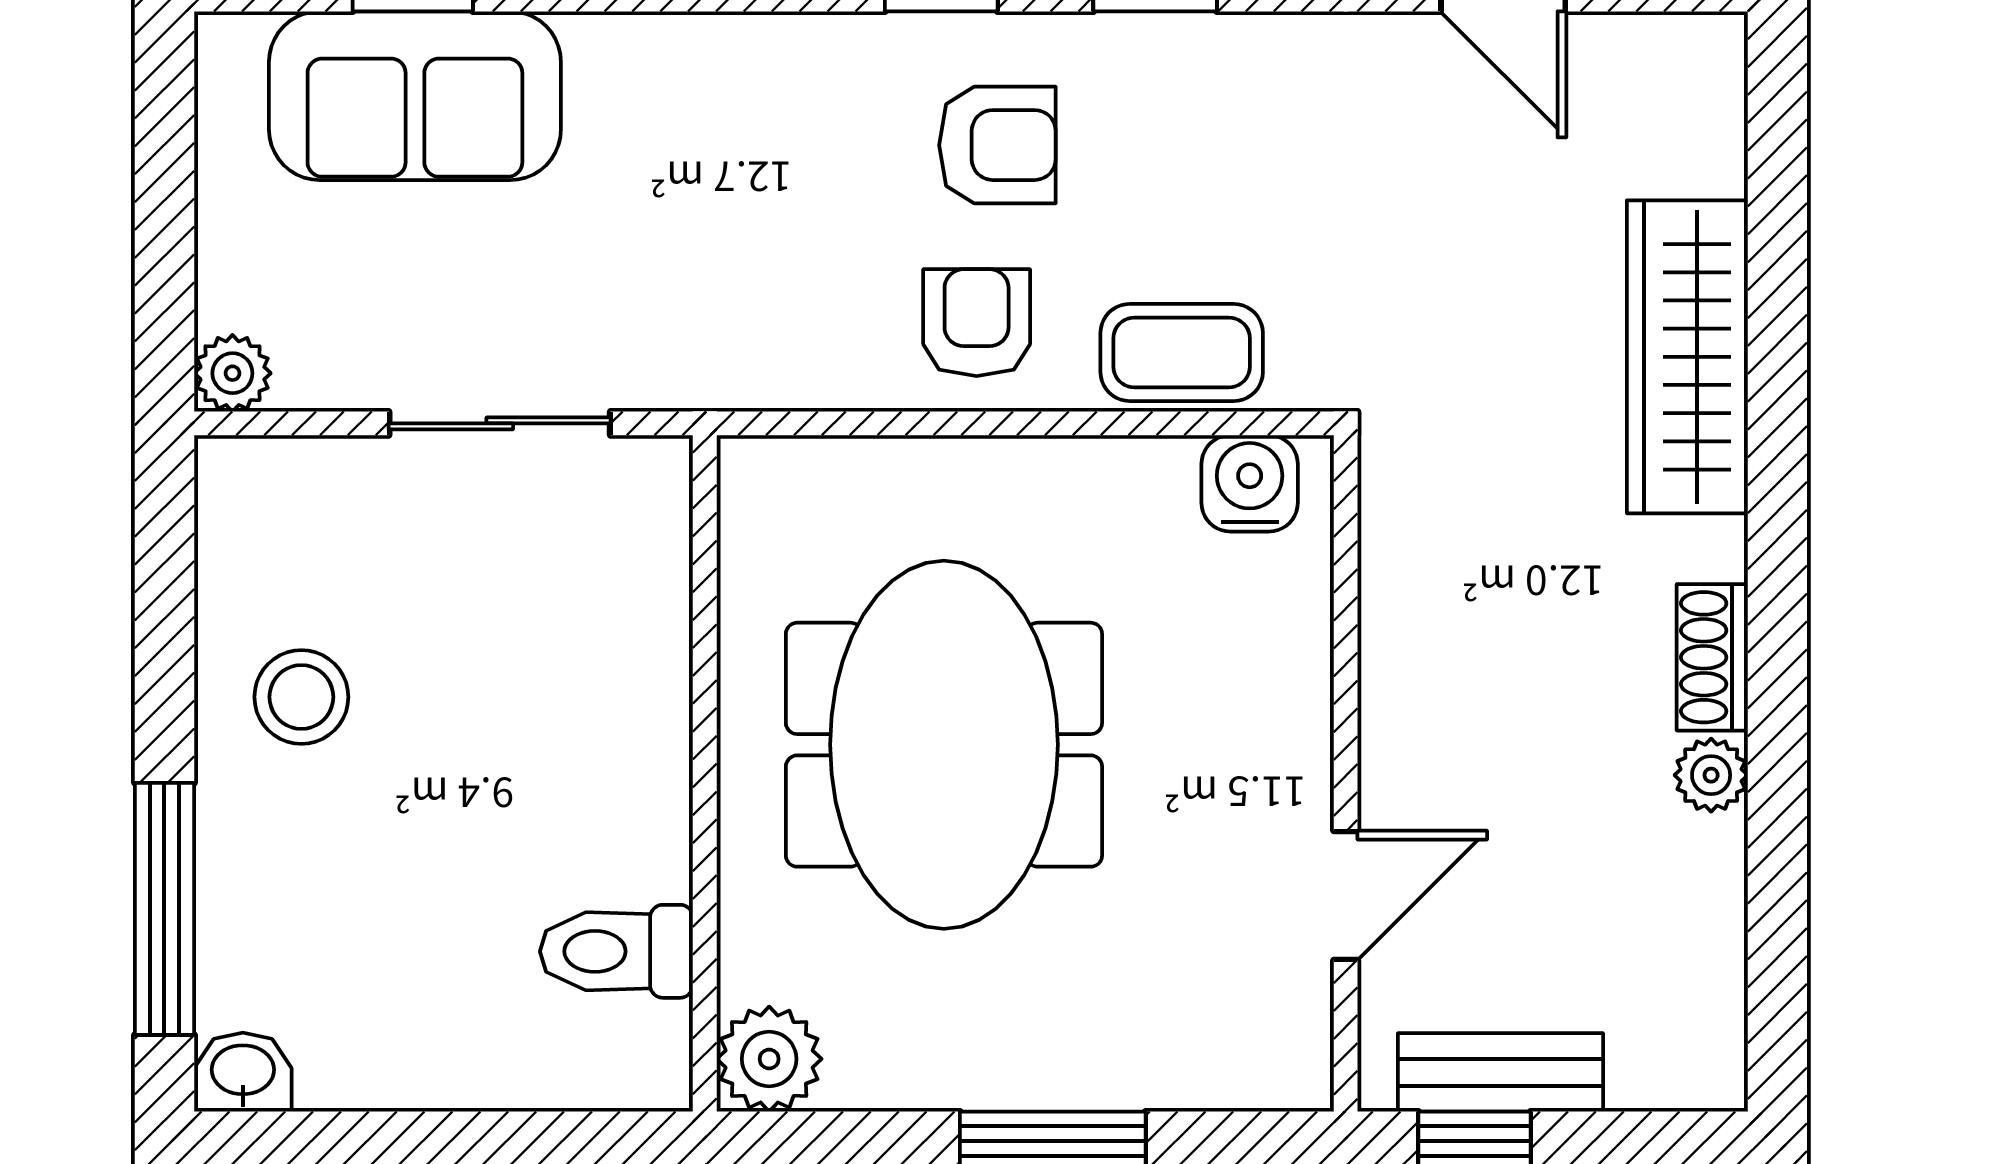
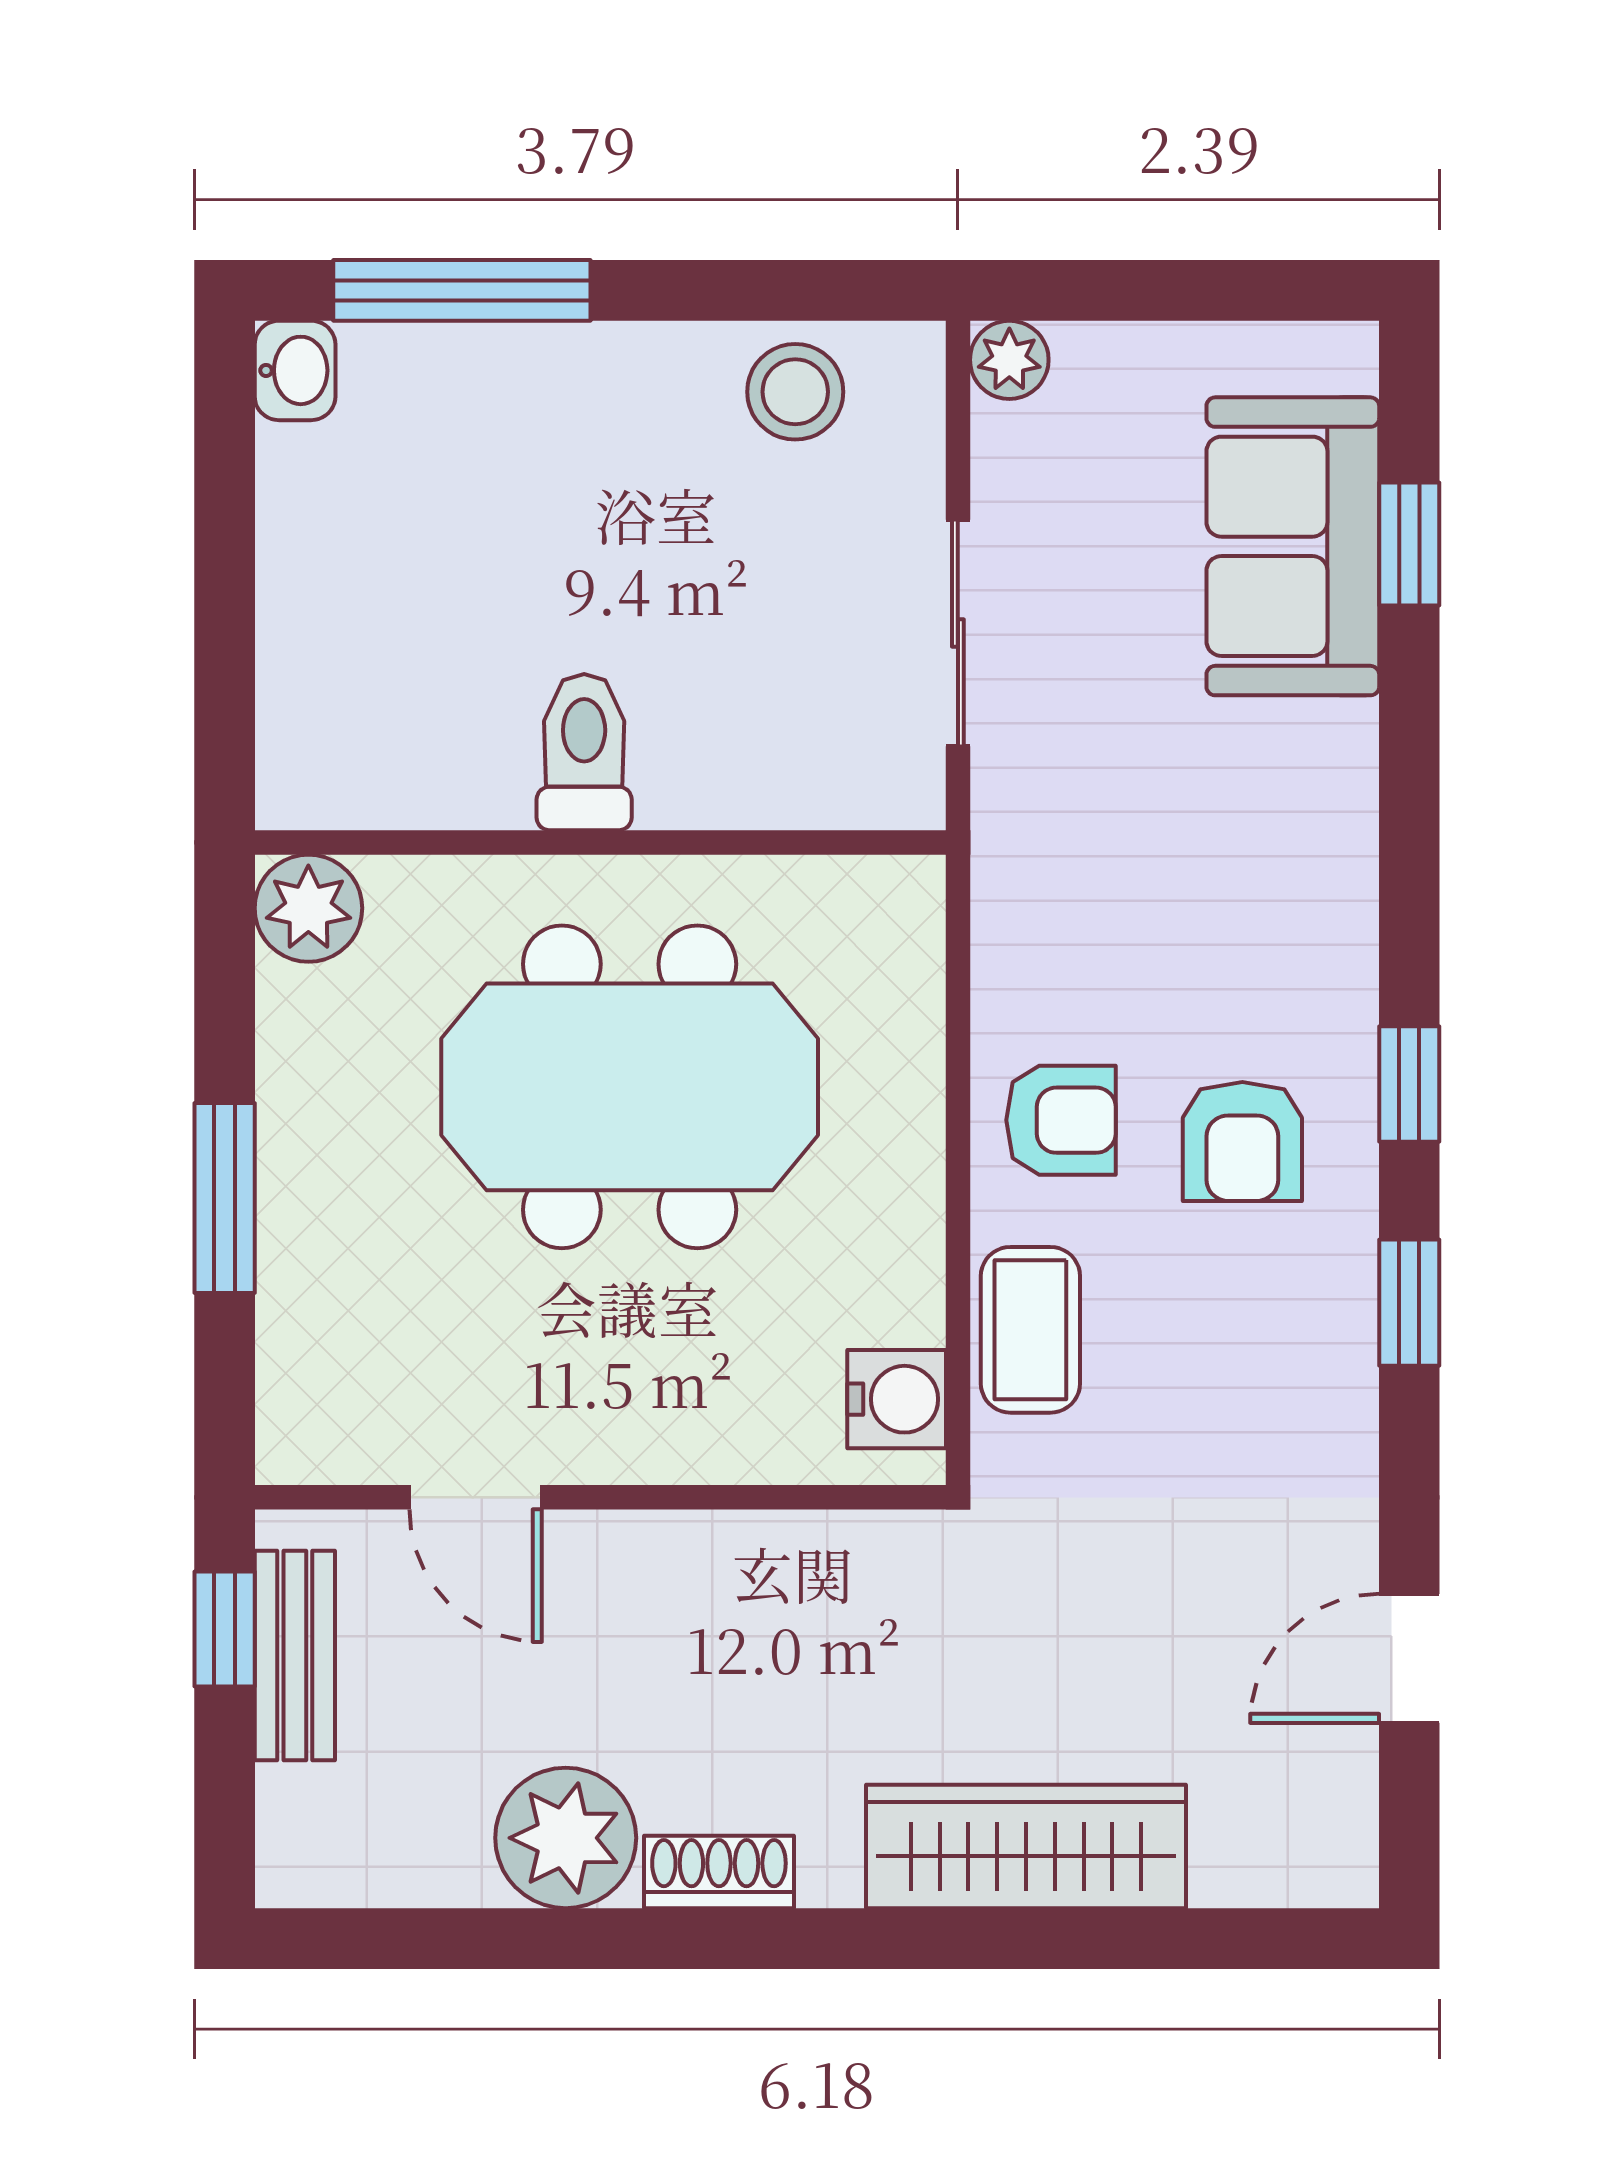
stool: (301, 697) -> (795, 392), moved
plant: (1711, 775) -> (566, 1838), width x1.88, depth x1.88
toilet: (616, 951) -> (584, 752), moved

